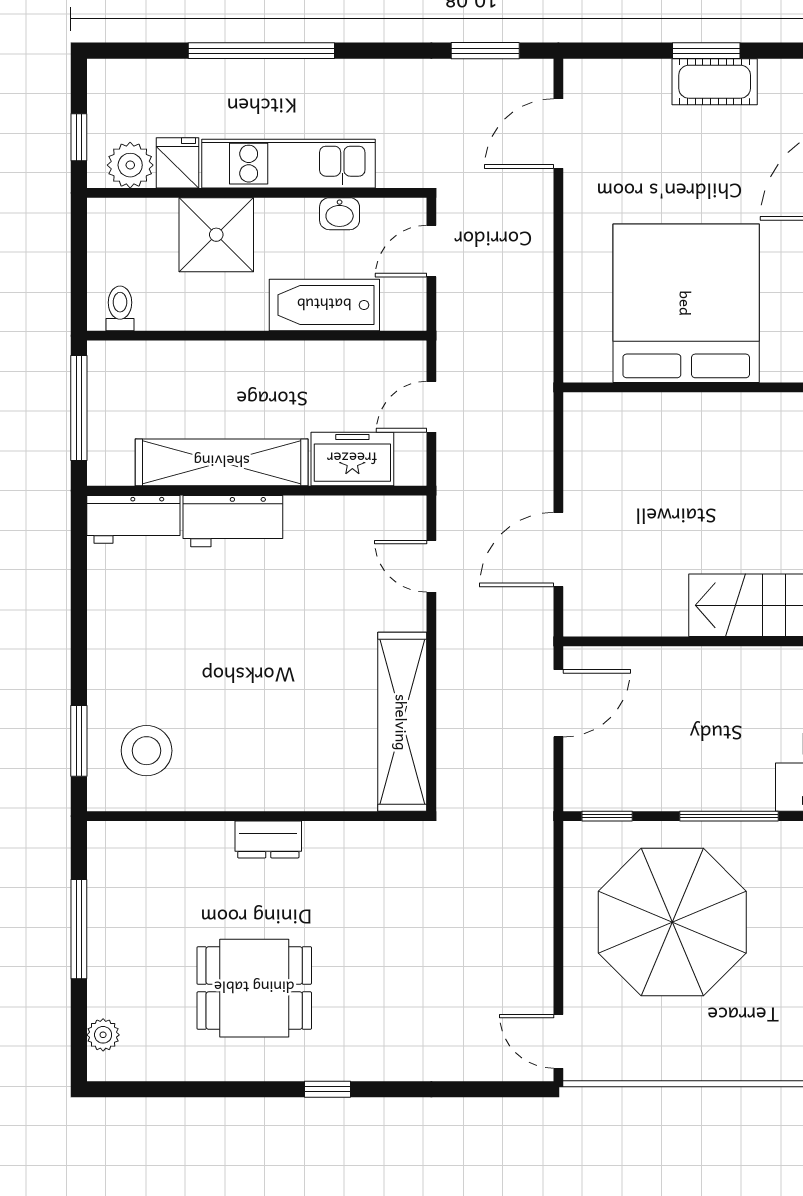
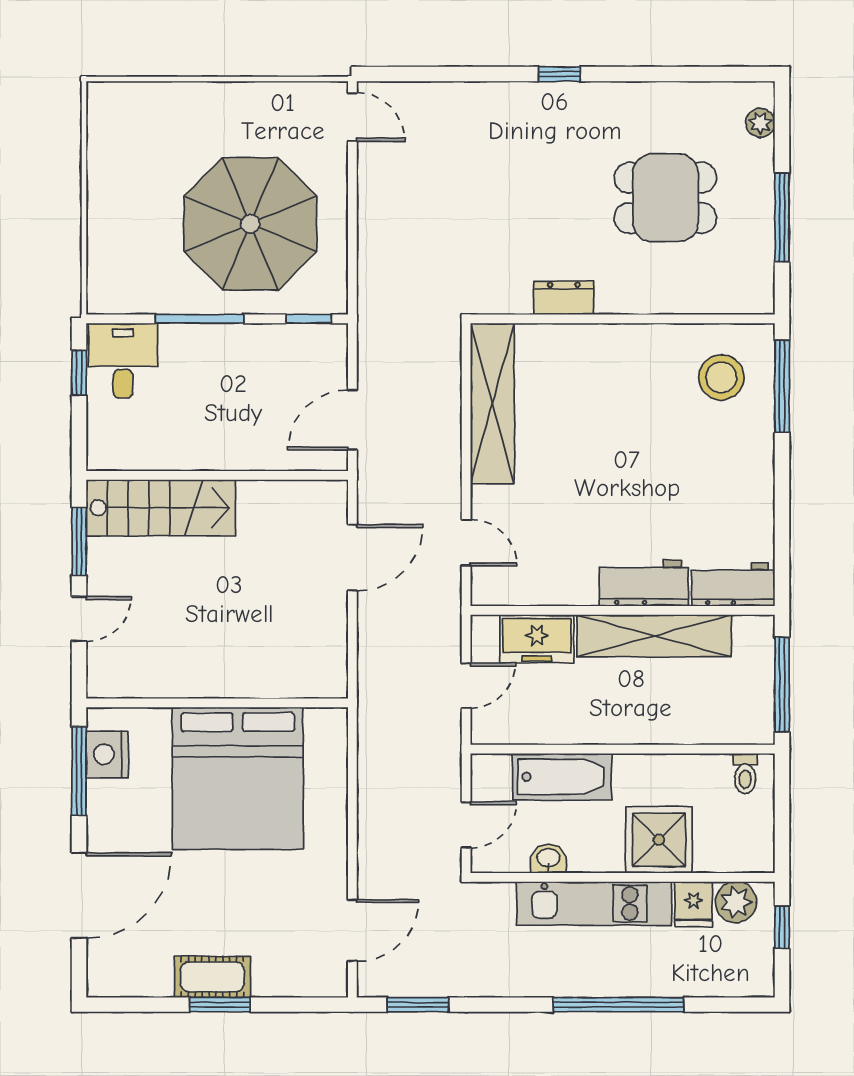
window: (79, 741) -> (782, 386), width x1.44
dresser: (268, 839) -> (564, 298), moved
dining table: (254, 988) -> (665, 198), moved

